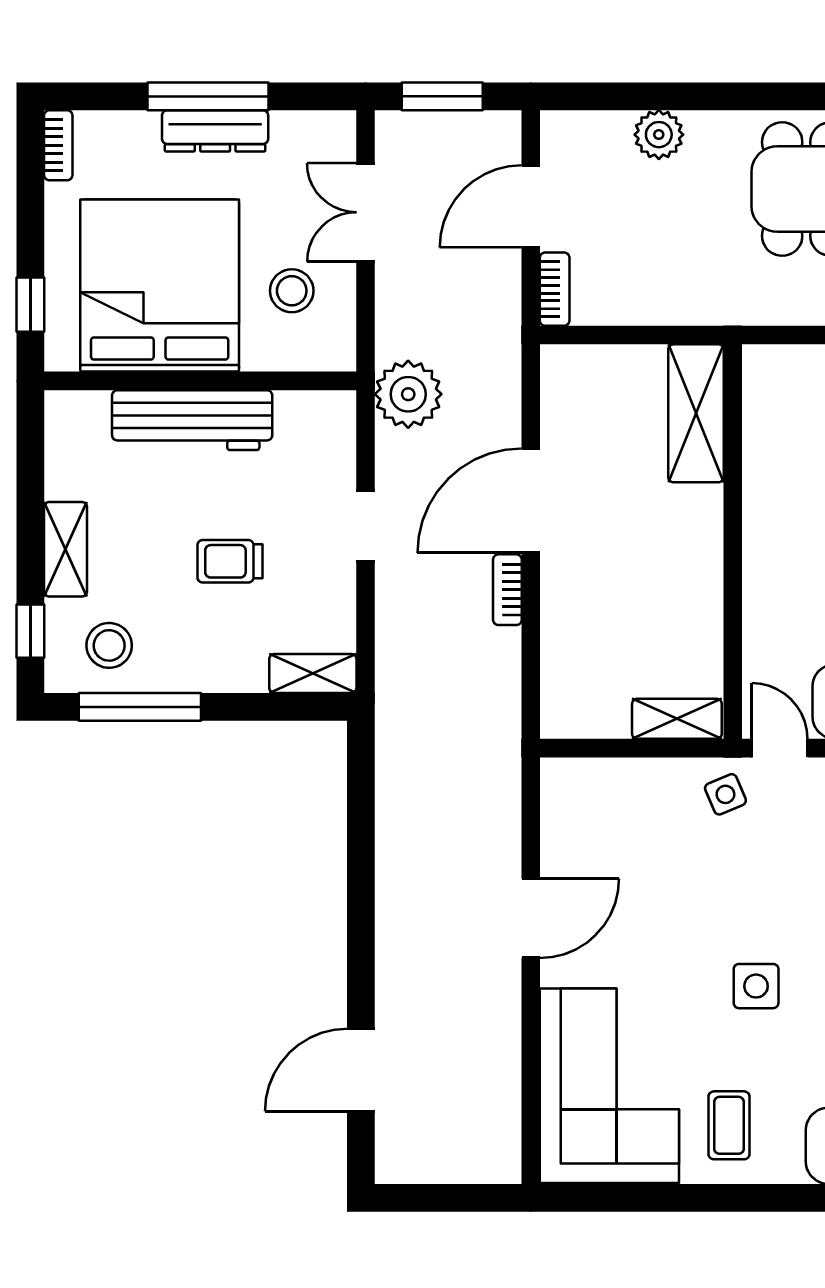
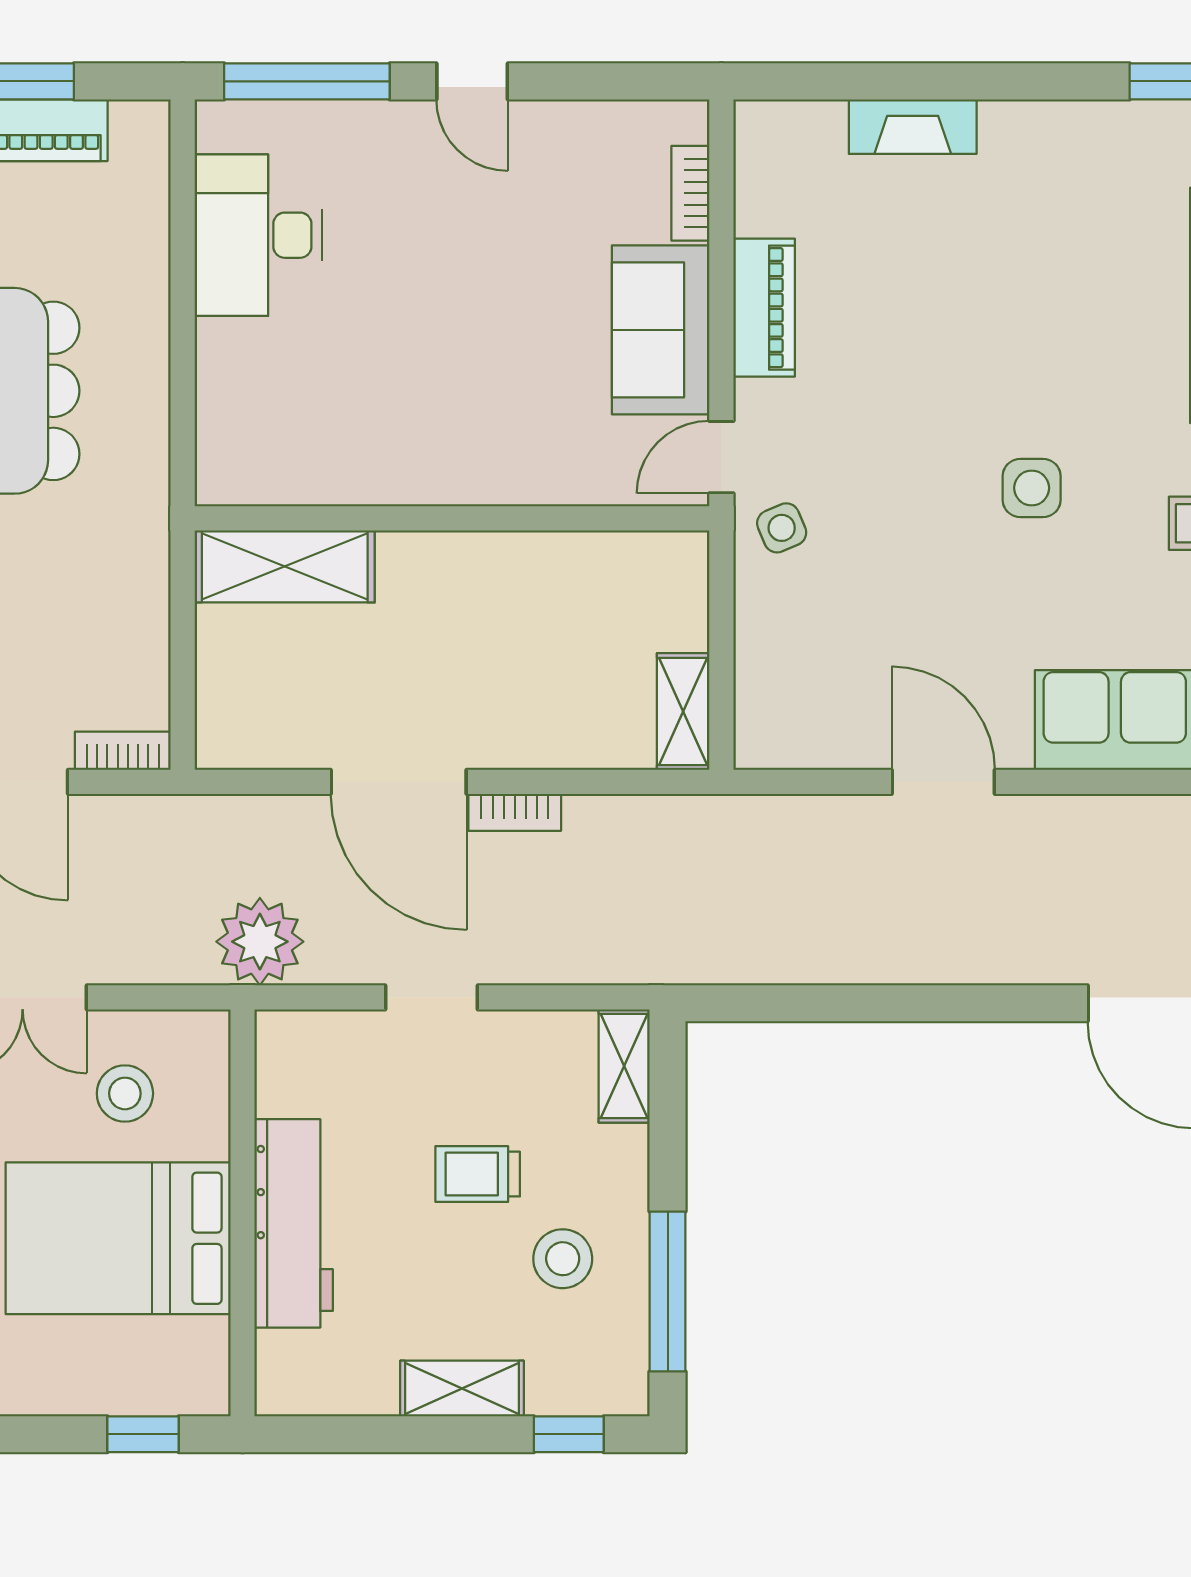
bed: (160, 286) -> (118, 1238), width x0.73
trolley: (230, 561) -> (478, 1174), turned 90
stool: (109, 645) -> (563, 1259), moved
shelving: (677, 719) -> (683, 711), moved

